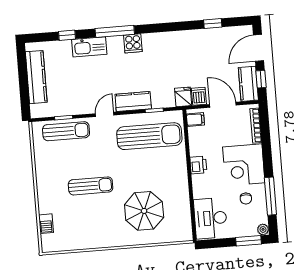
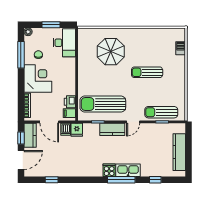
kitchen sink: (89, 47) -> (128, 170), moved
printer: (198, 165) -> (70, 102), moved
window: (248, 241) -> (51, 25), moved

